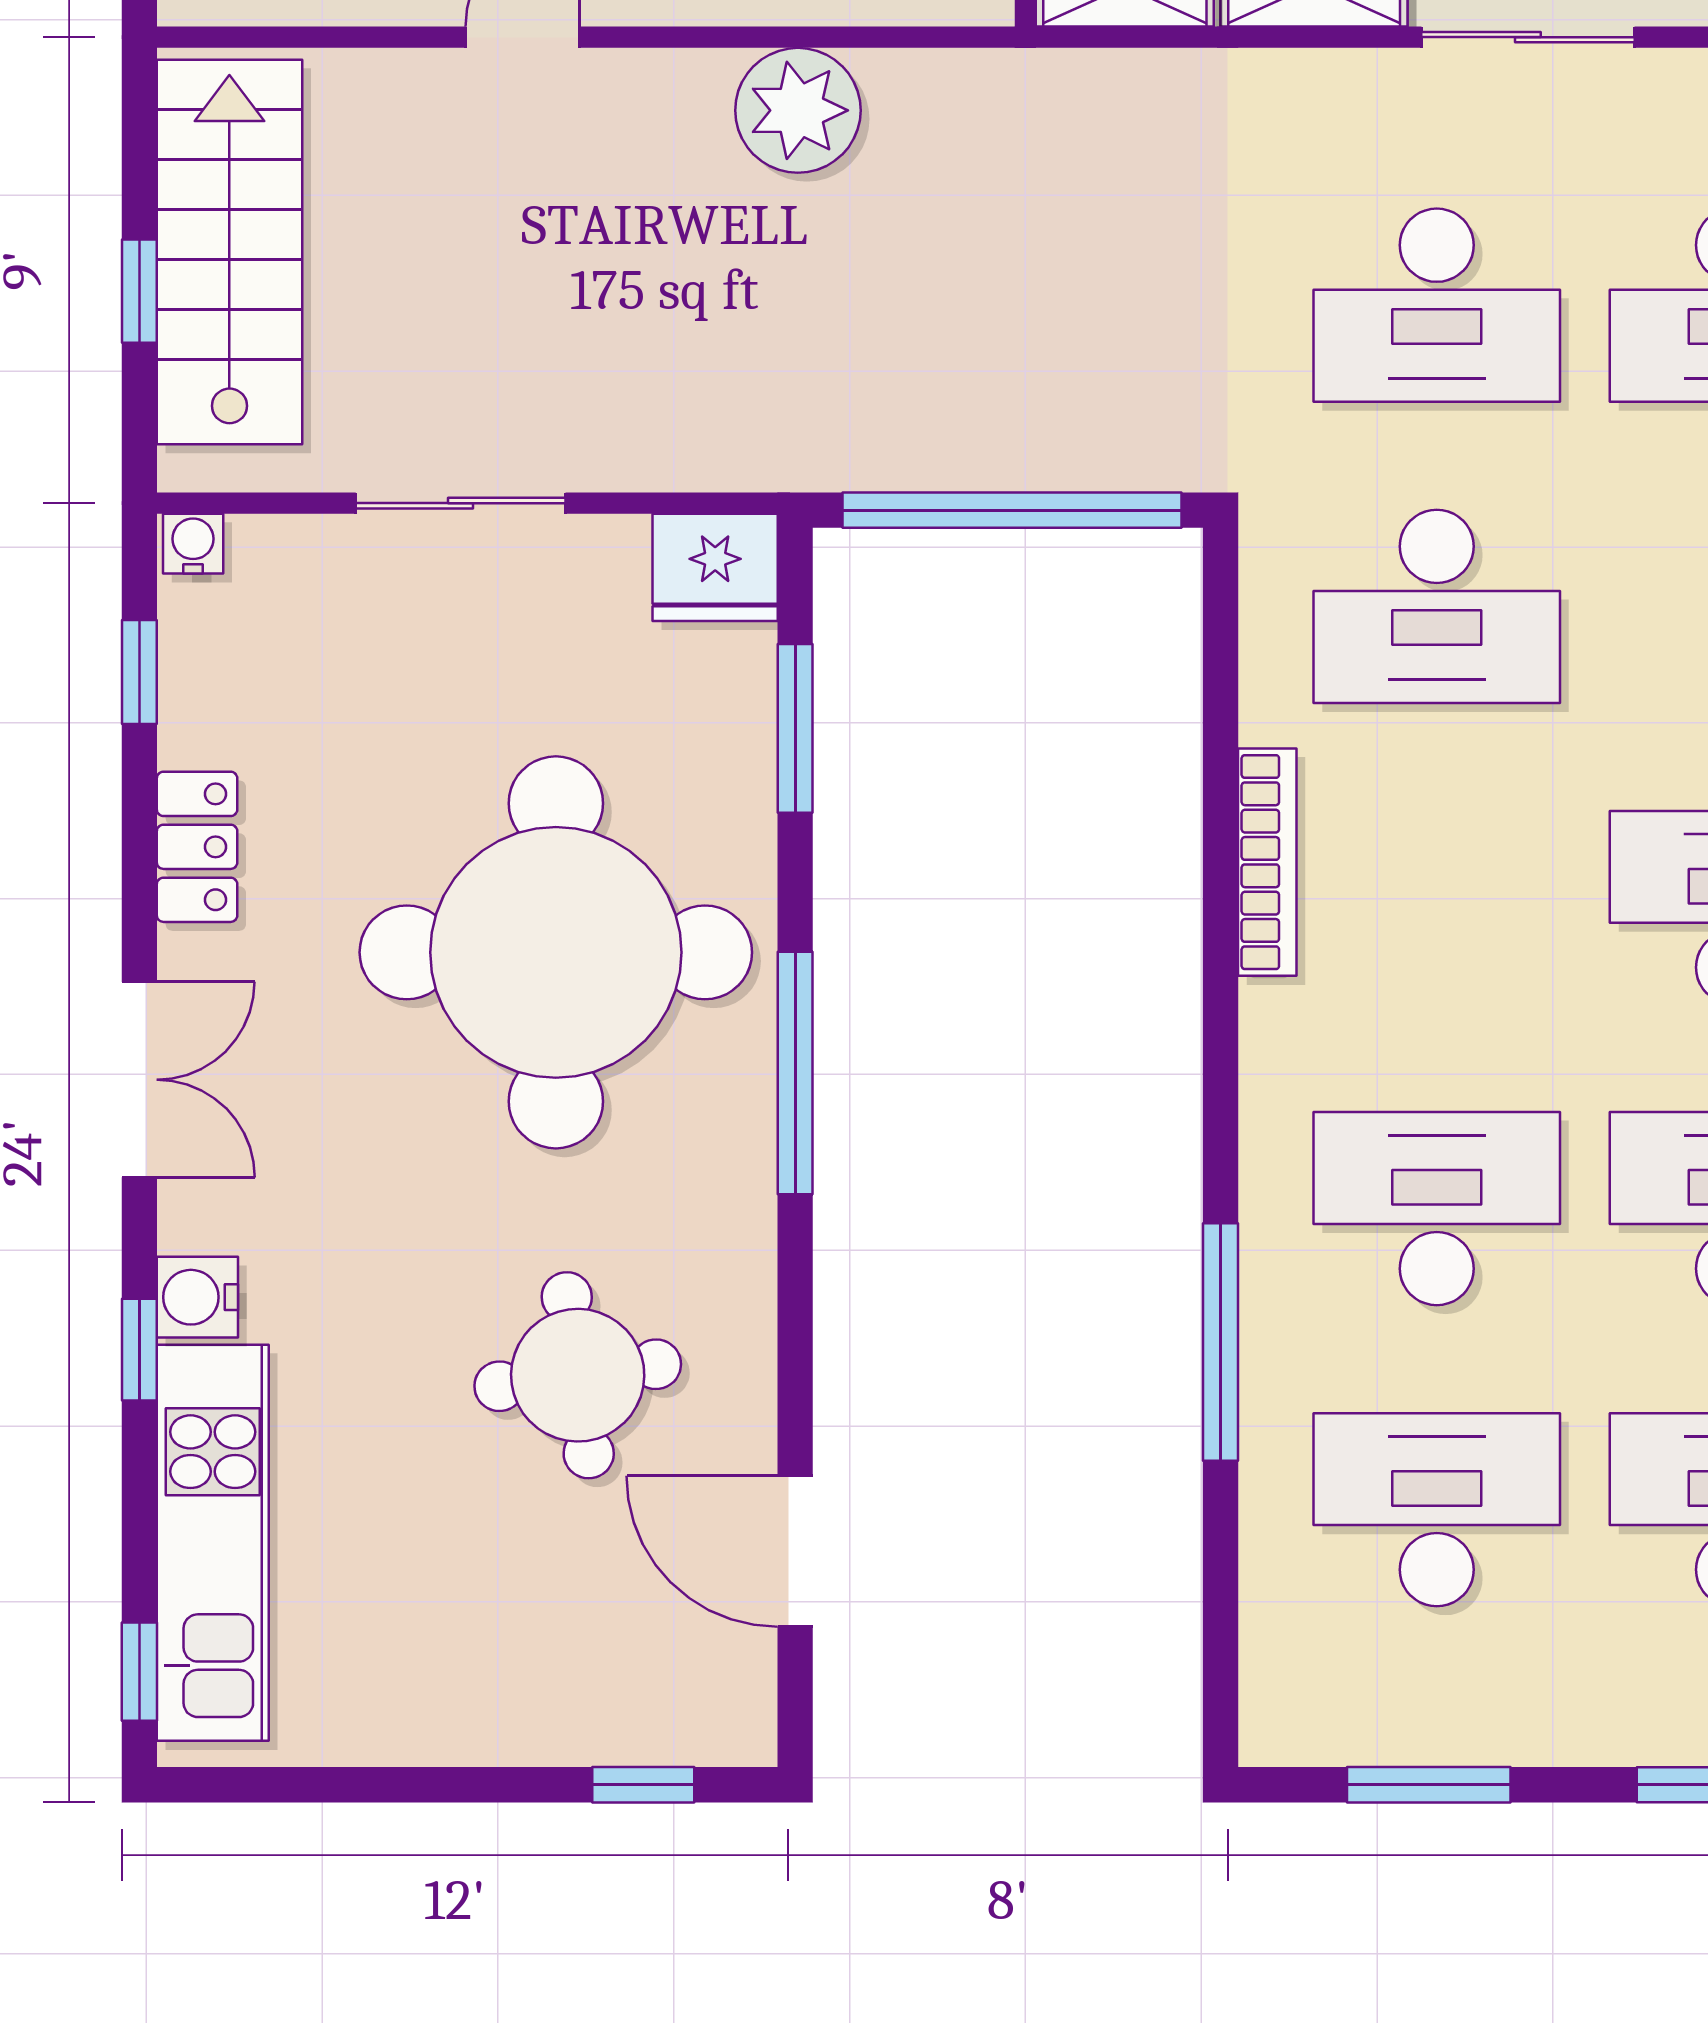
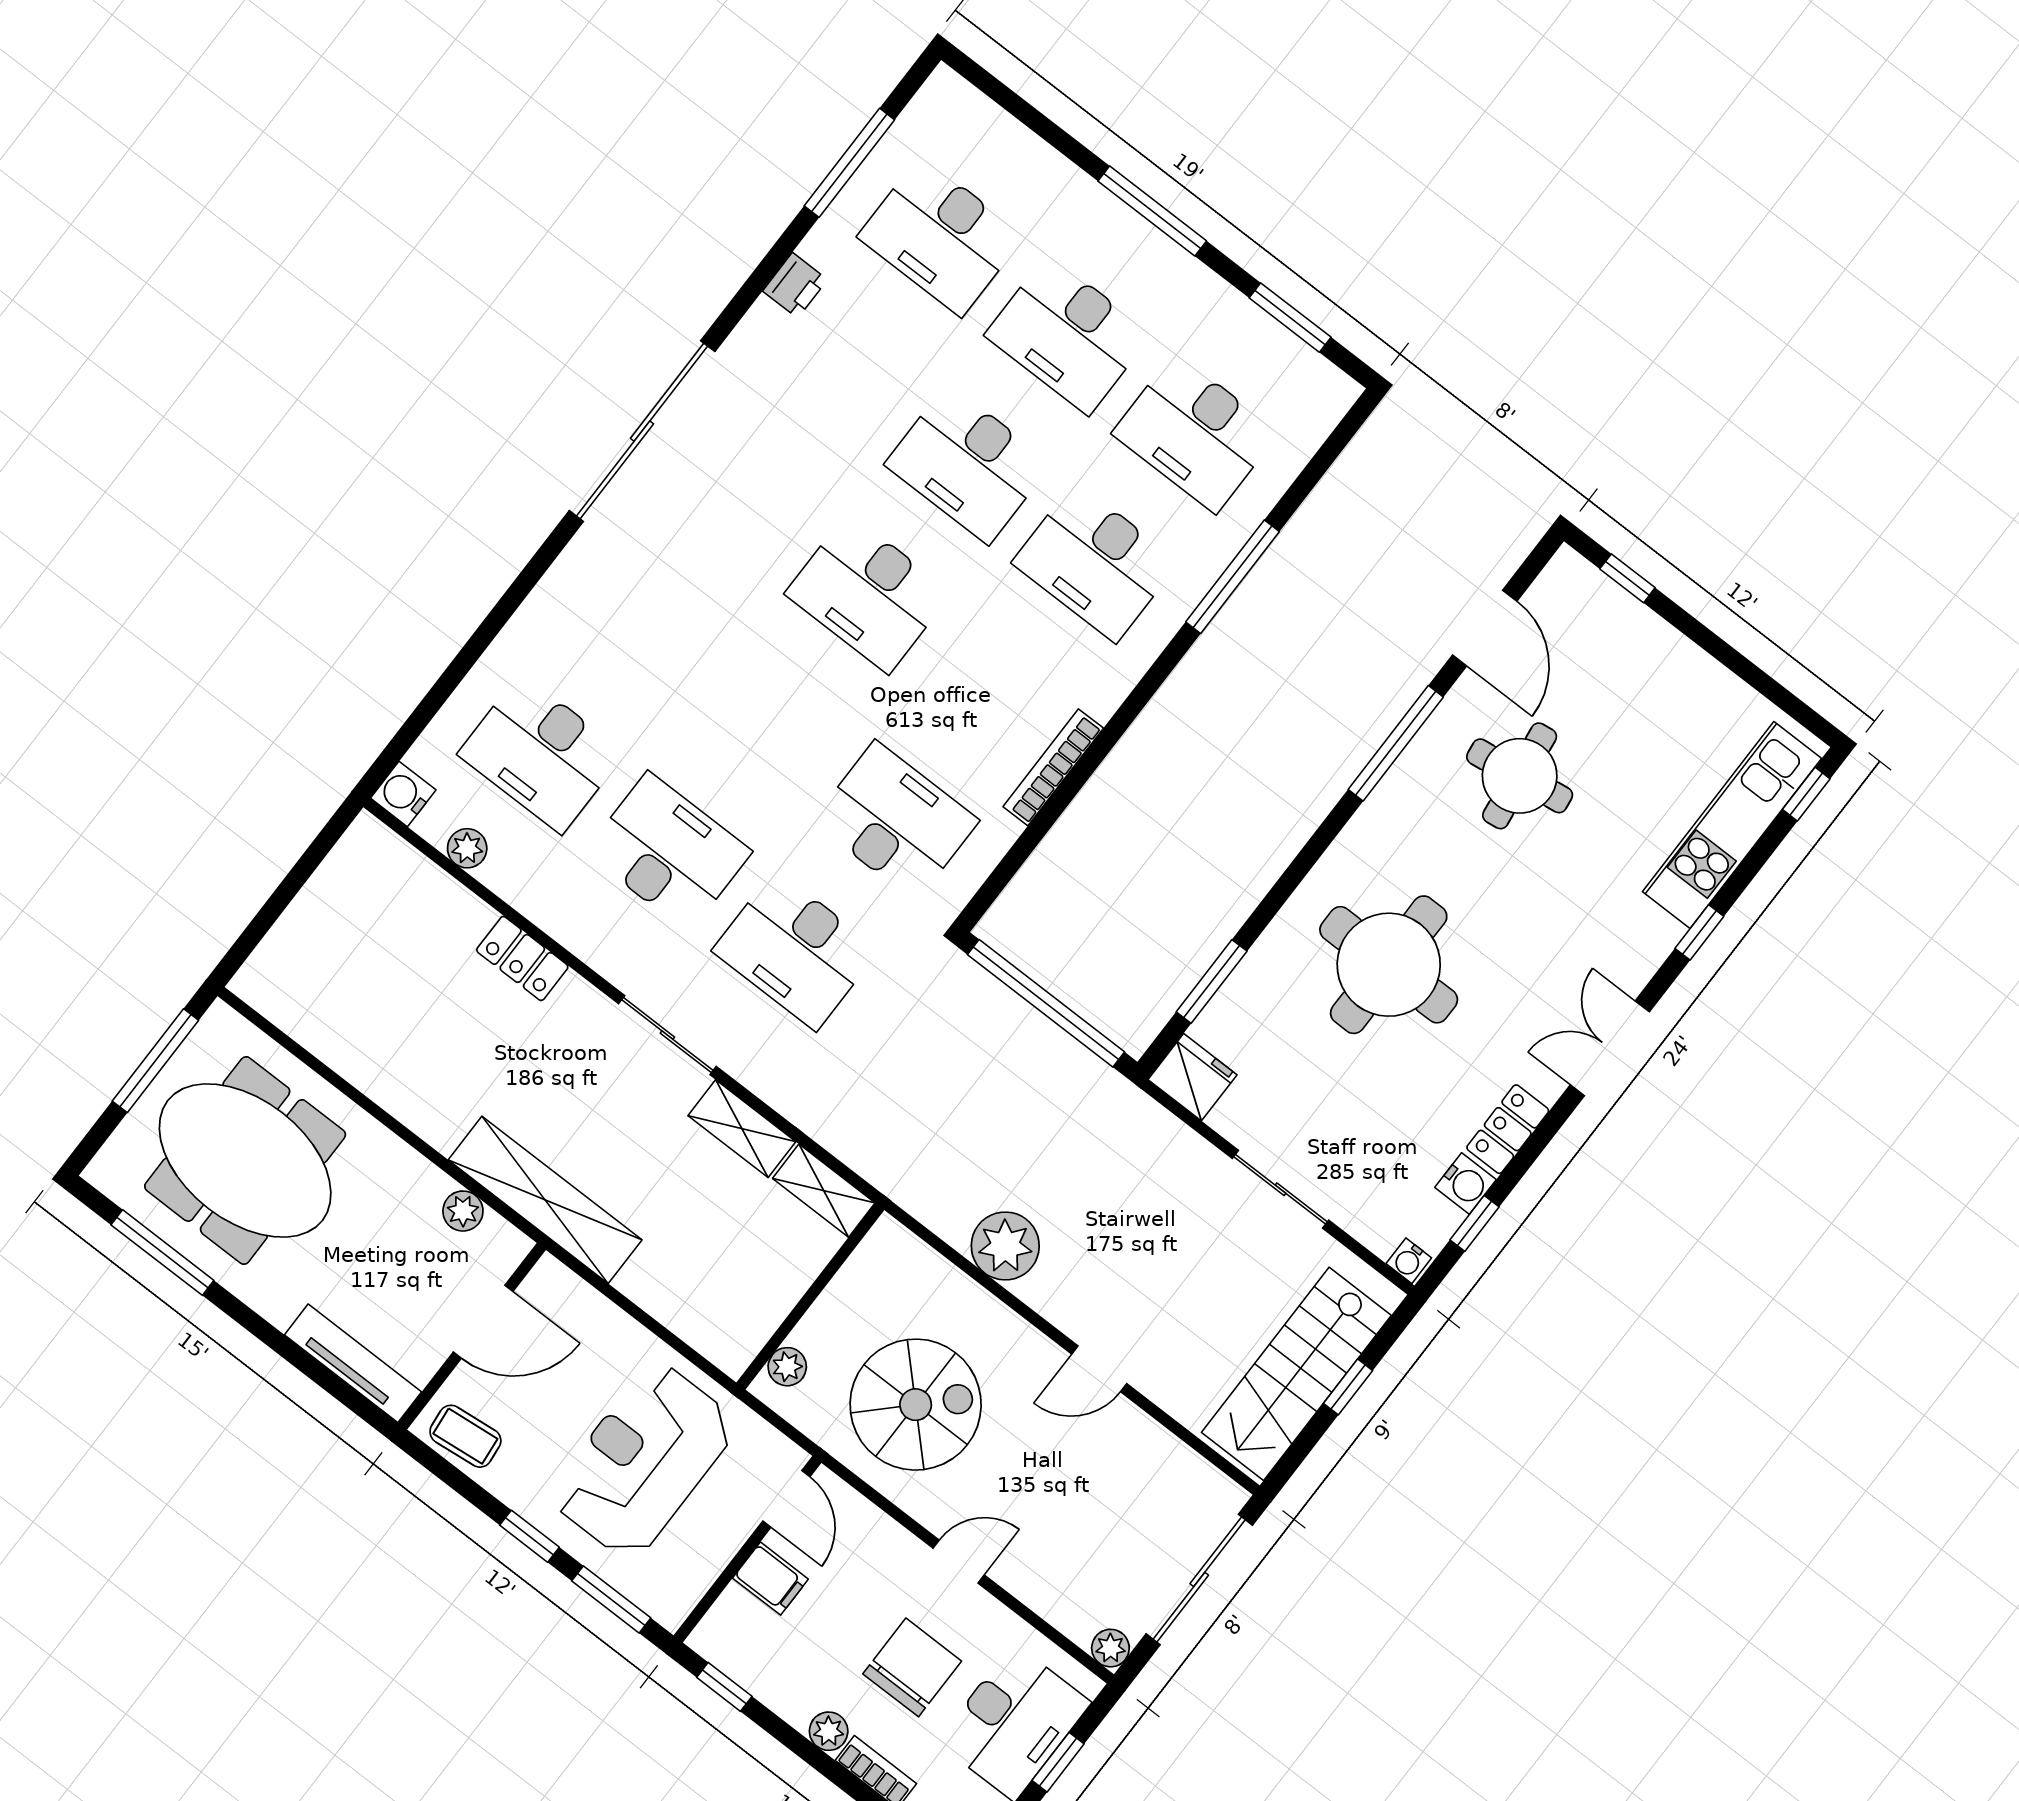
desk: (1437, 305) -> (796, 950), turned 180
round table: (556, 952) -> (1389, 965), width x0.73, depth x0.73
window: (795, 1073) -> (1396, 743), moved
water cooler: (197, 1297) -> (1465, 1184), moved

